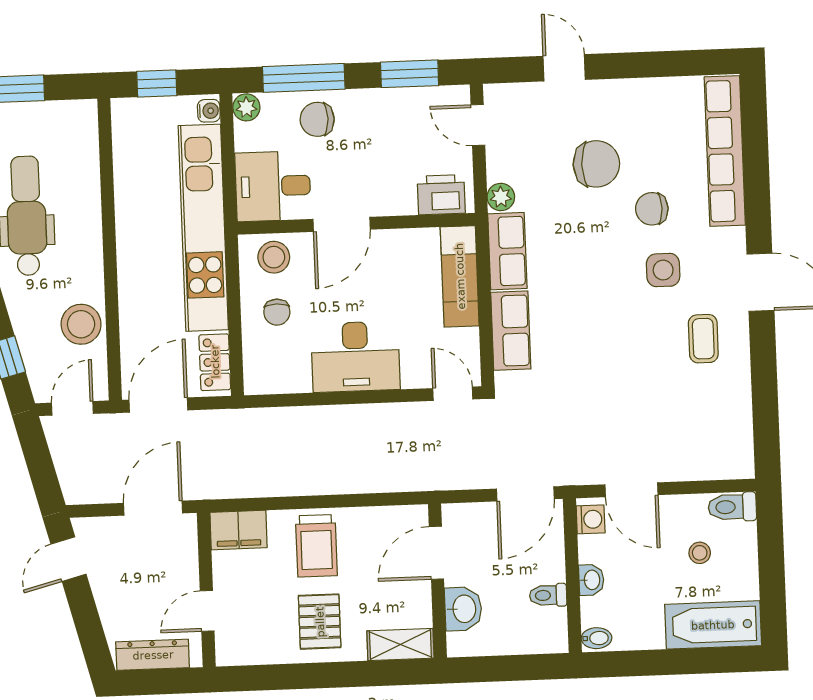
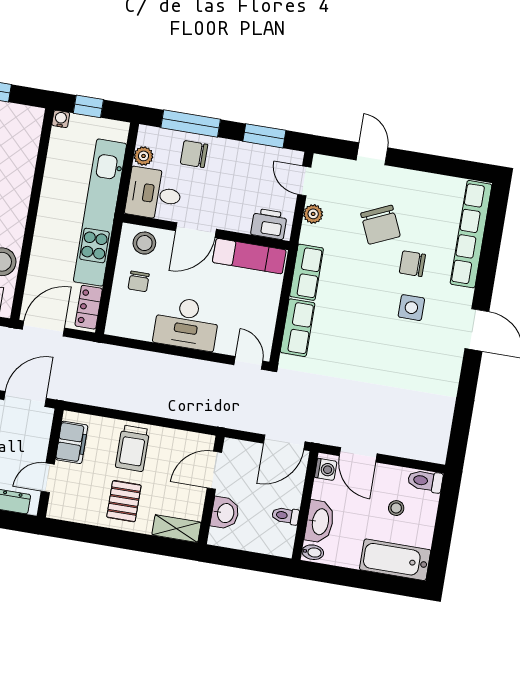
plant: (246, 107) -> (144, 156), moved
water cooler: (209, 111) -> (61, 119), moved, turned -90
chair: (596, 164) -> (380, 225), turned 66
plant: (501, 197) -> (313, 214), moved
exam couch: (460, 276) -> (249, 256), moved, turned -90
coffee table: (703, 339) -> (429, 361), removed
filing cabinet: (239, 530) -> (72, 442), moved, turned -90
washbasin: (591, 580) -> (320, 522), width x1.91, depth x1.45

